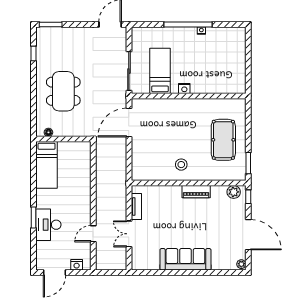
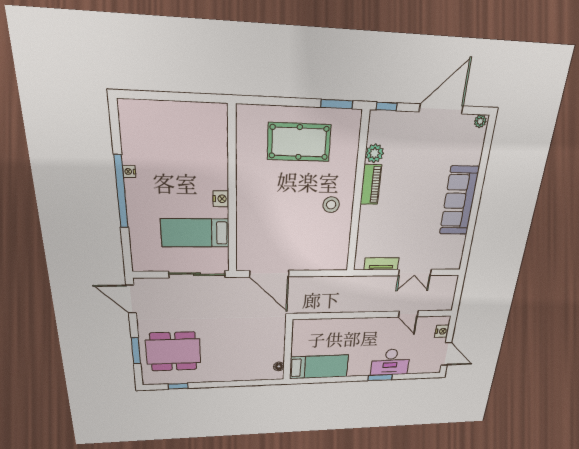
window: (51, 24) -> (136, 351), moved
dining table: (63, 91) -> (173, 352), moved
plant: (234, 192) -> (375, 153), moved

